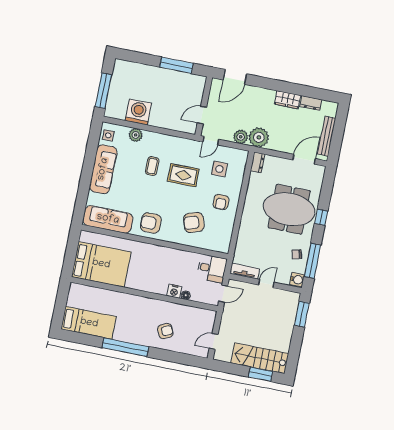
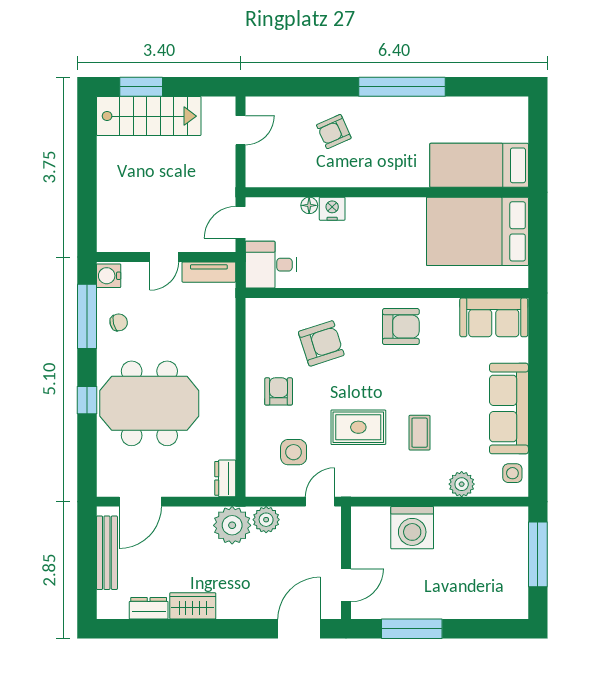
washing machine: (138, 112) -> (412, 528), moved
door: (202, 115) -> (346, 585), moved
sofa: (108, 219) -> (494, 317), width x0.73
window: (302, 314) -> (87, 213), removed
bed: (89, 323) -> (479, 165), moved

